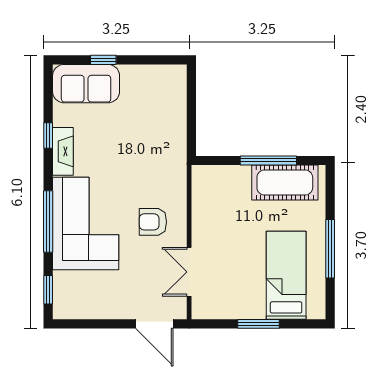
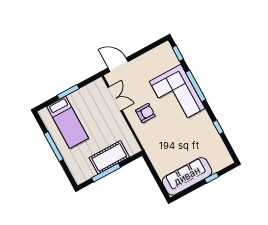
sofa: (86, 84) -> (187, 176), moved, width x1.36
fireplace: (63, 151) -> (207, 123), removed
cot: (285, 183) -> (109, 157), moved

